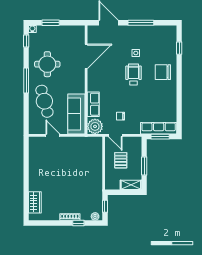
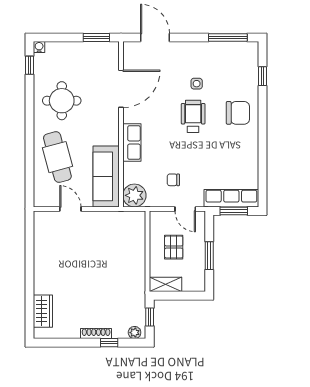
window: (51, 23) -> (96, 38), moved
window: (141, 23) -> (228, 38), moved
chair: (163, 72) -> (238, 113), turned 180
window: (26, 80) -> (30, 125), removed
row of seats: (93, 104) -> (132, 142), moved
door: (115, 135) -> (185, 209), moved
shelving: (131, 185) -> (166, 284), moved

